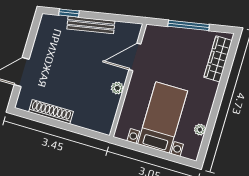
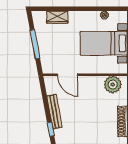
wardrobe: (218, 59) -> (57, 17), width x0.67
plant: (117, 88) -> (113, 84), moved, width x1.87, depth x1.87

